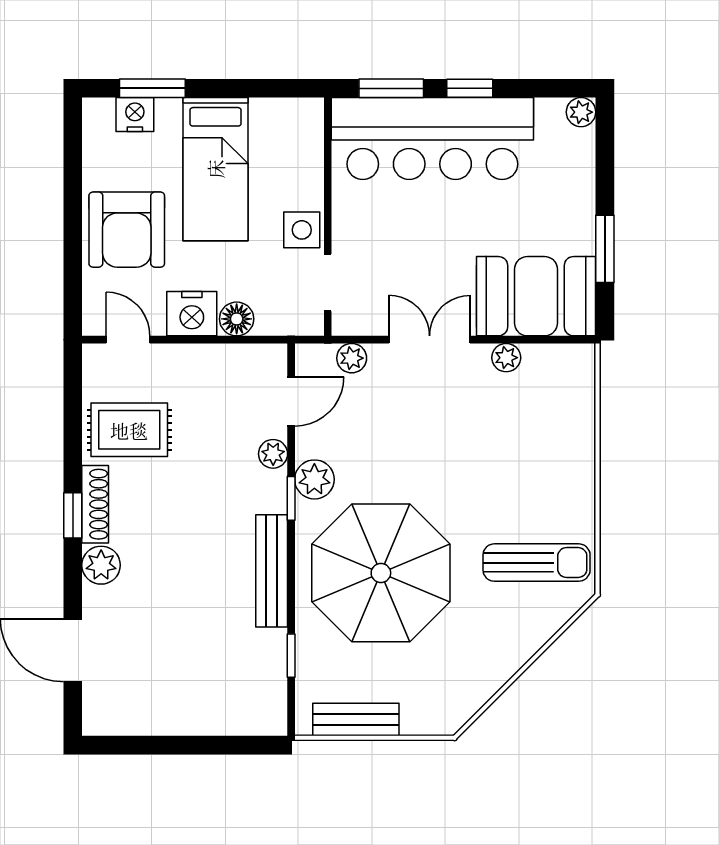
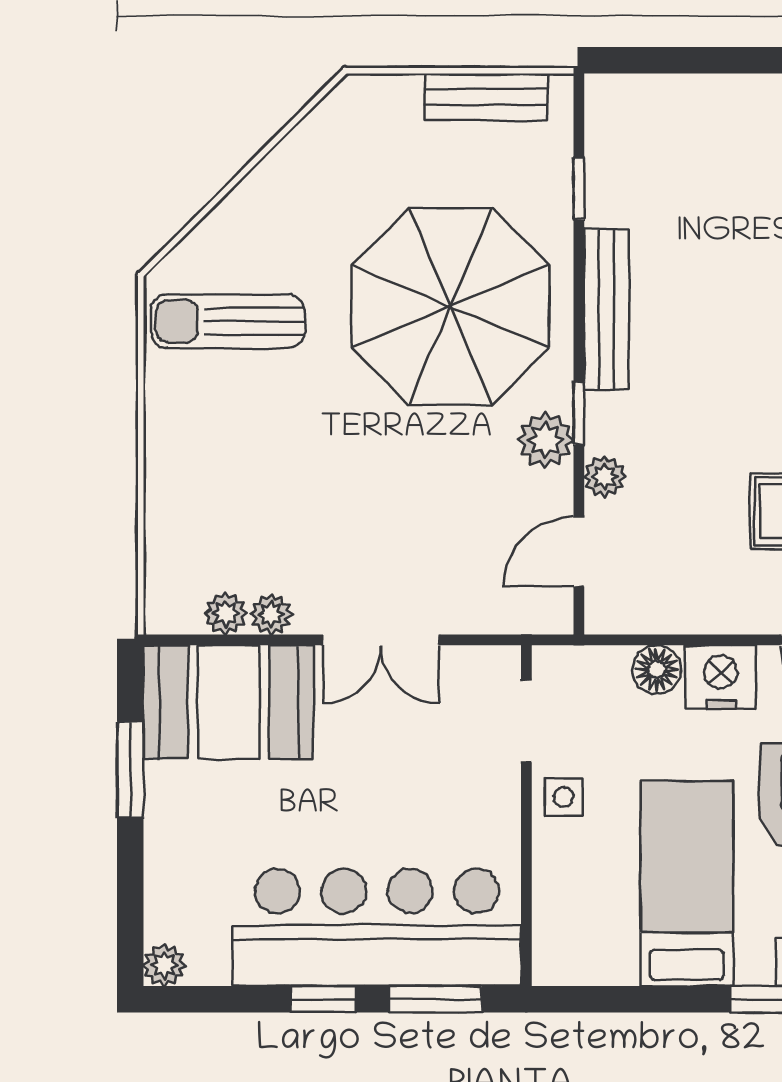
side table: (302, 230) -> (564, 797), width x0.73, depth x0.73
plant: (352, 358) -> (225, 613), moved

